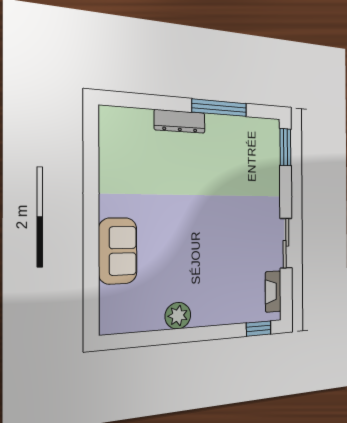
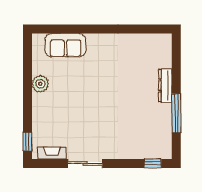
window: (285, 147) -> (153, 163), width x0.67
sofa: (118, 251) -> (65, 45), moved

